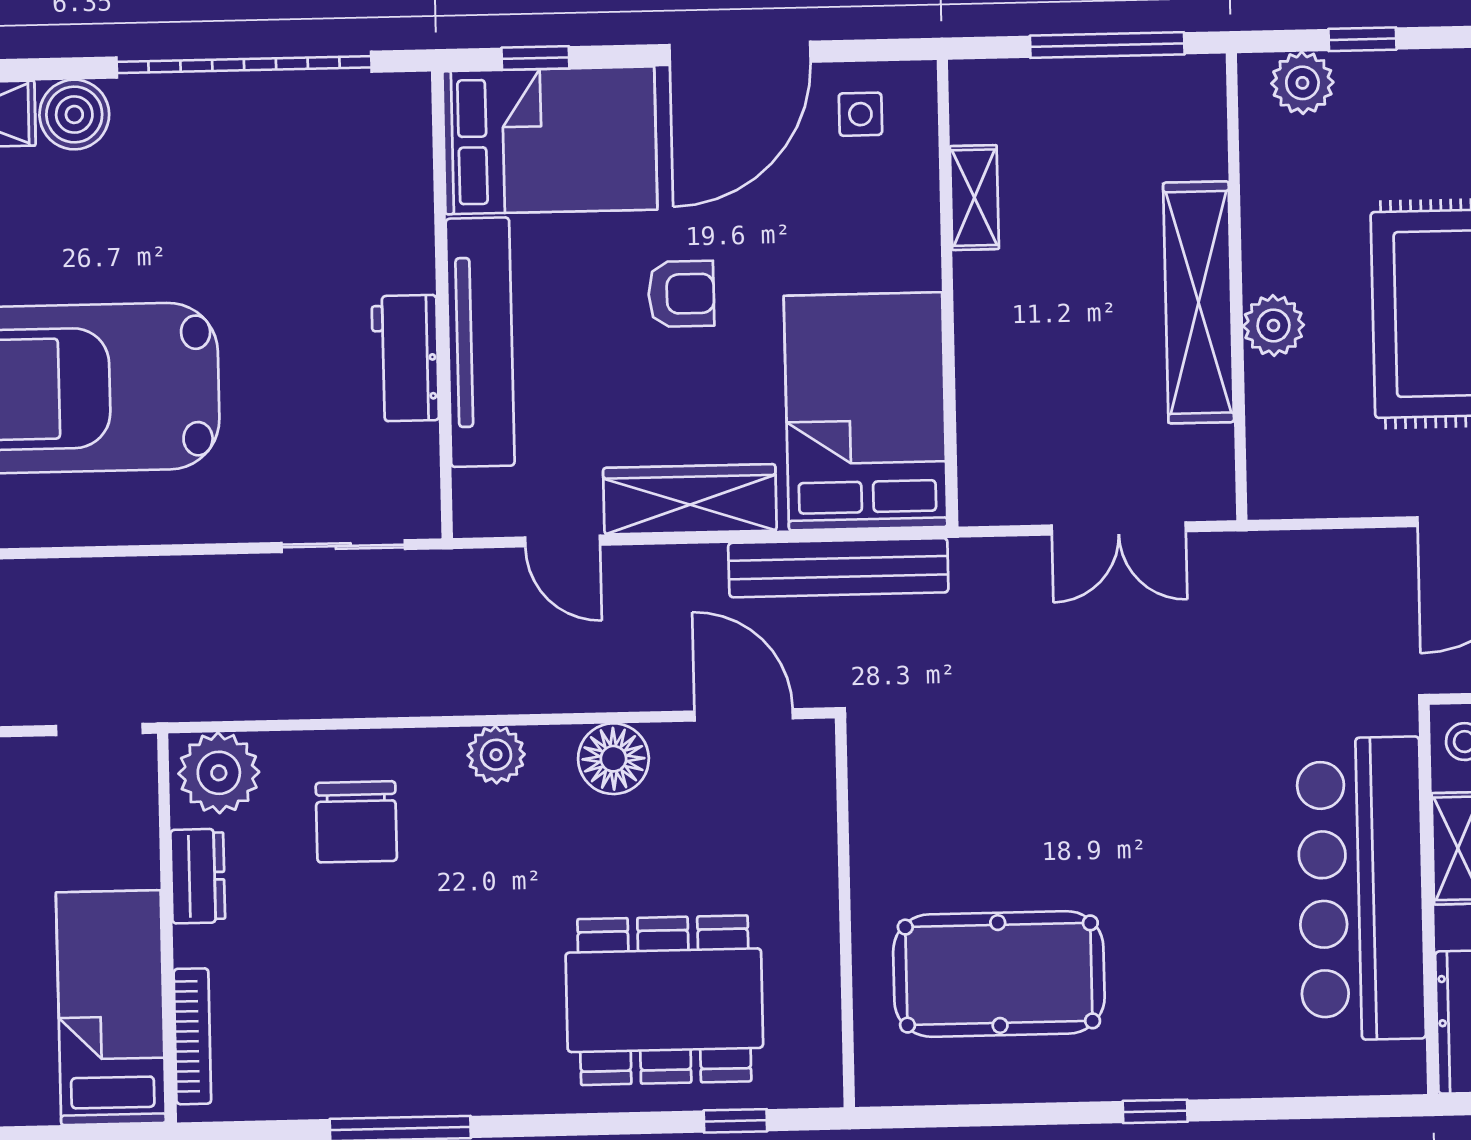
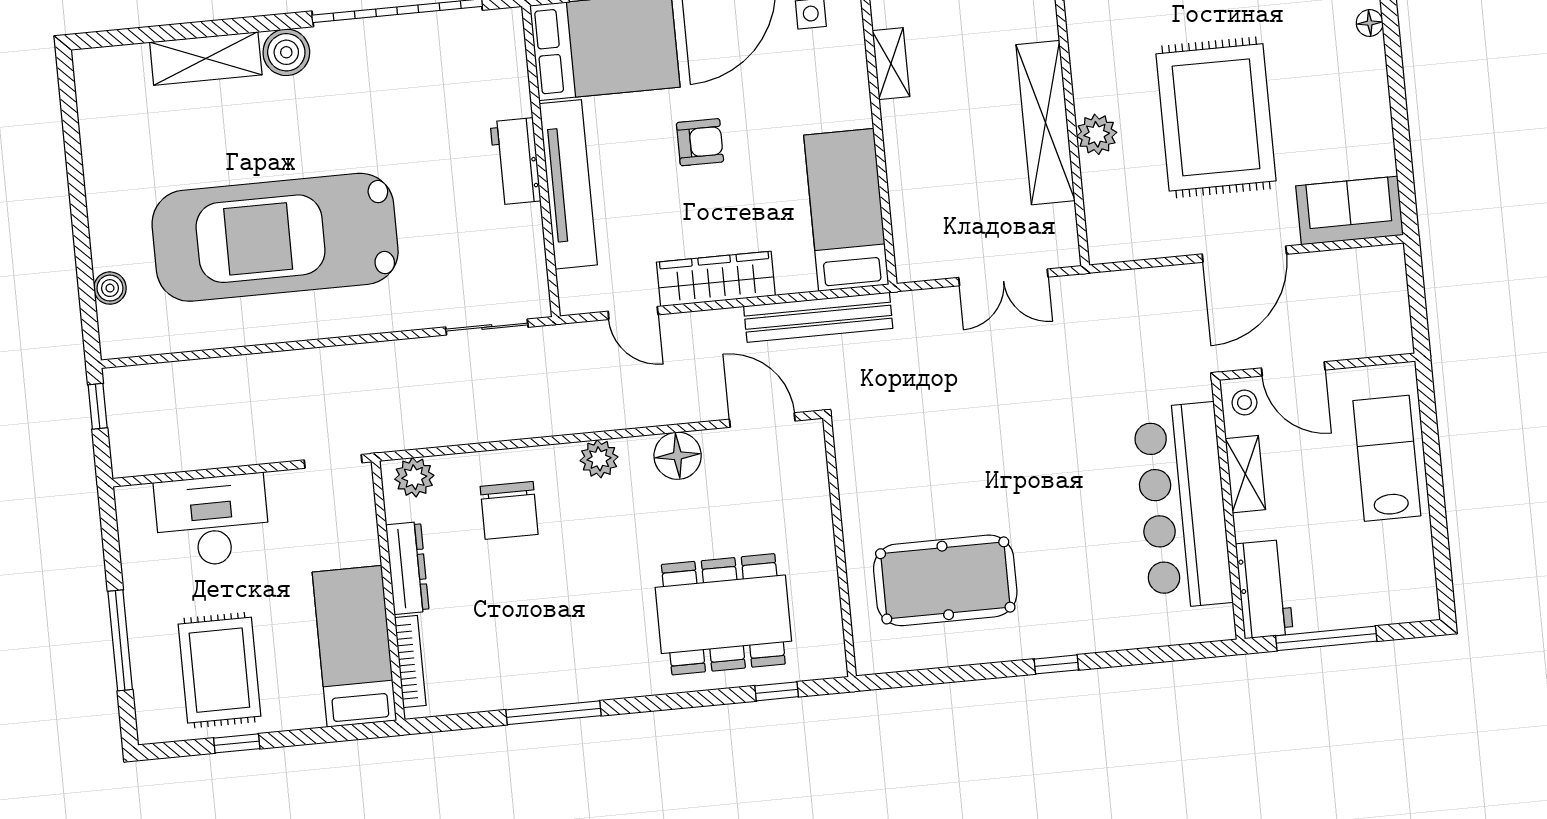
workbench: (405, 358) -> (515, 161), moved
bed: (866, 411) -> (846, 210), width x0.67
plant: (219, 773) -> (414, 477), width x0.73, depth x0.73
dresser: (198, 876) -> (407, 568), width x1.44

